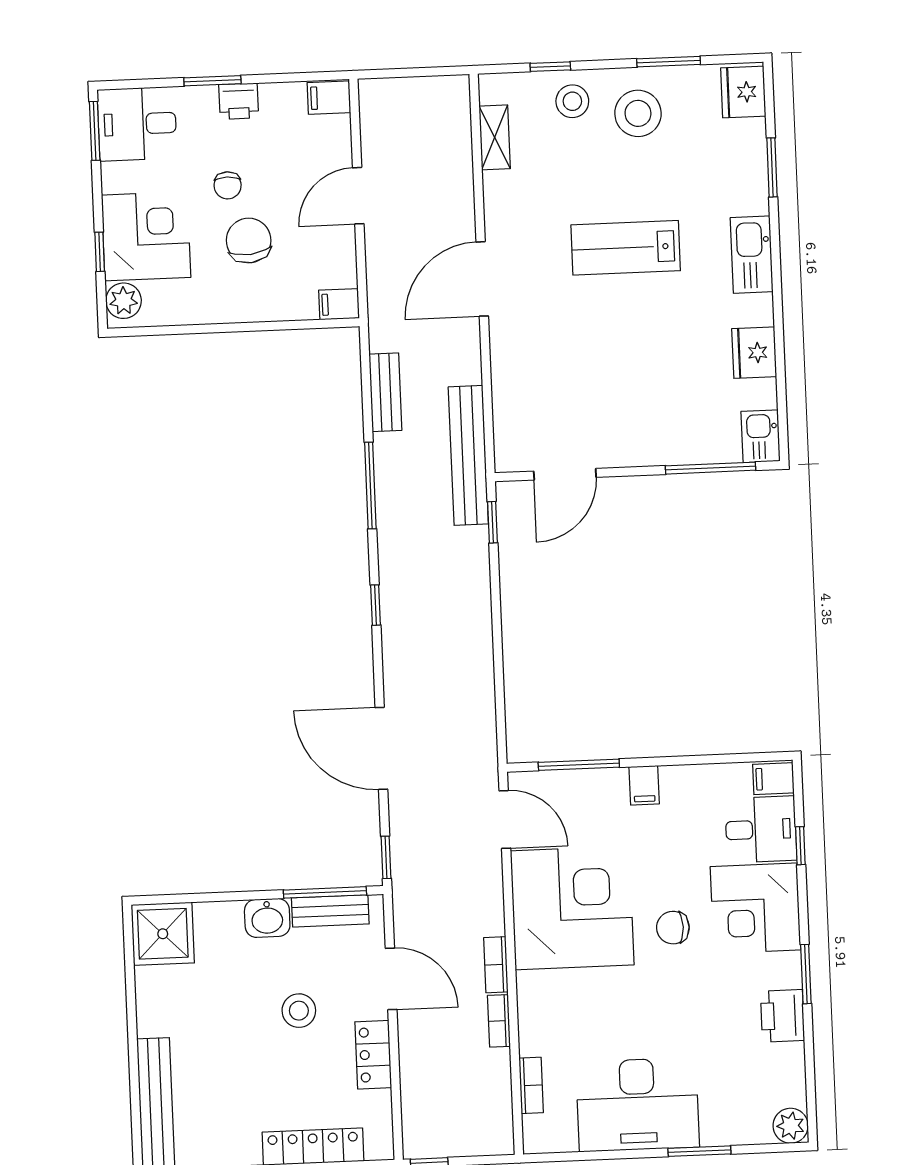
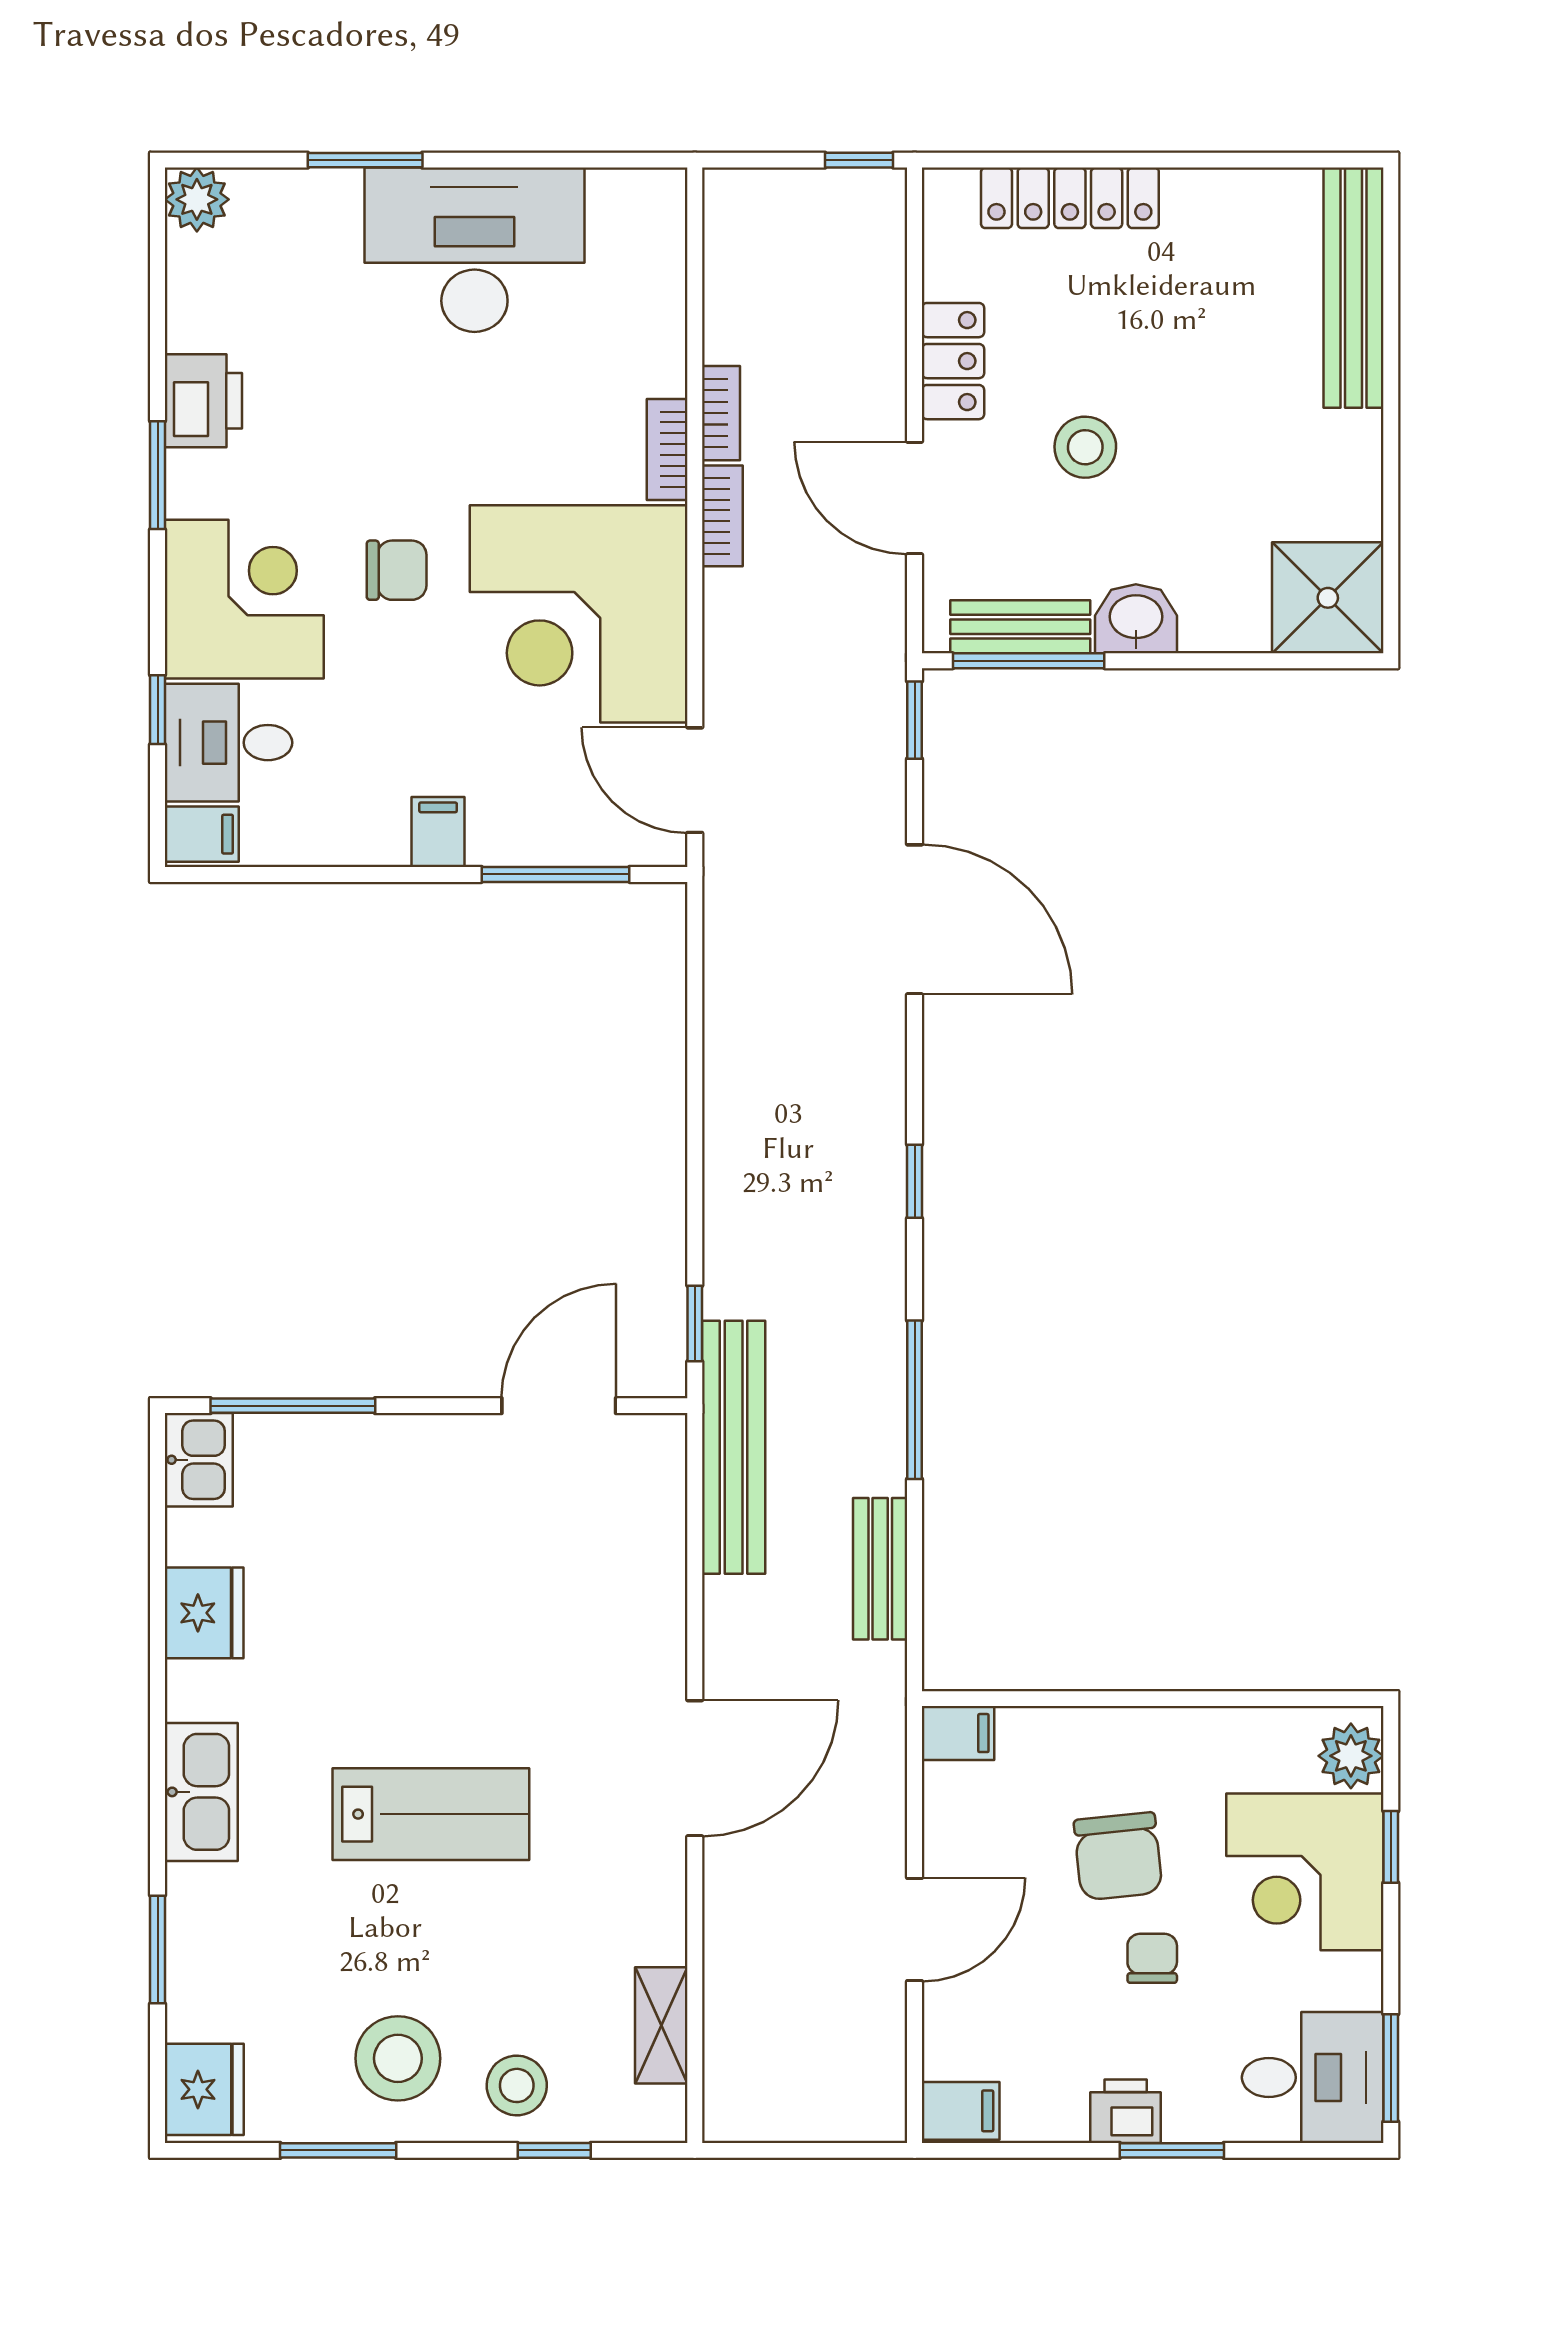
bookcase: (531, 1085) -> (667, 449), moved

